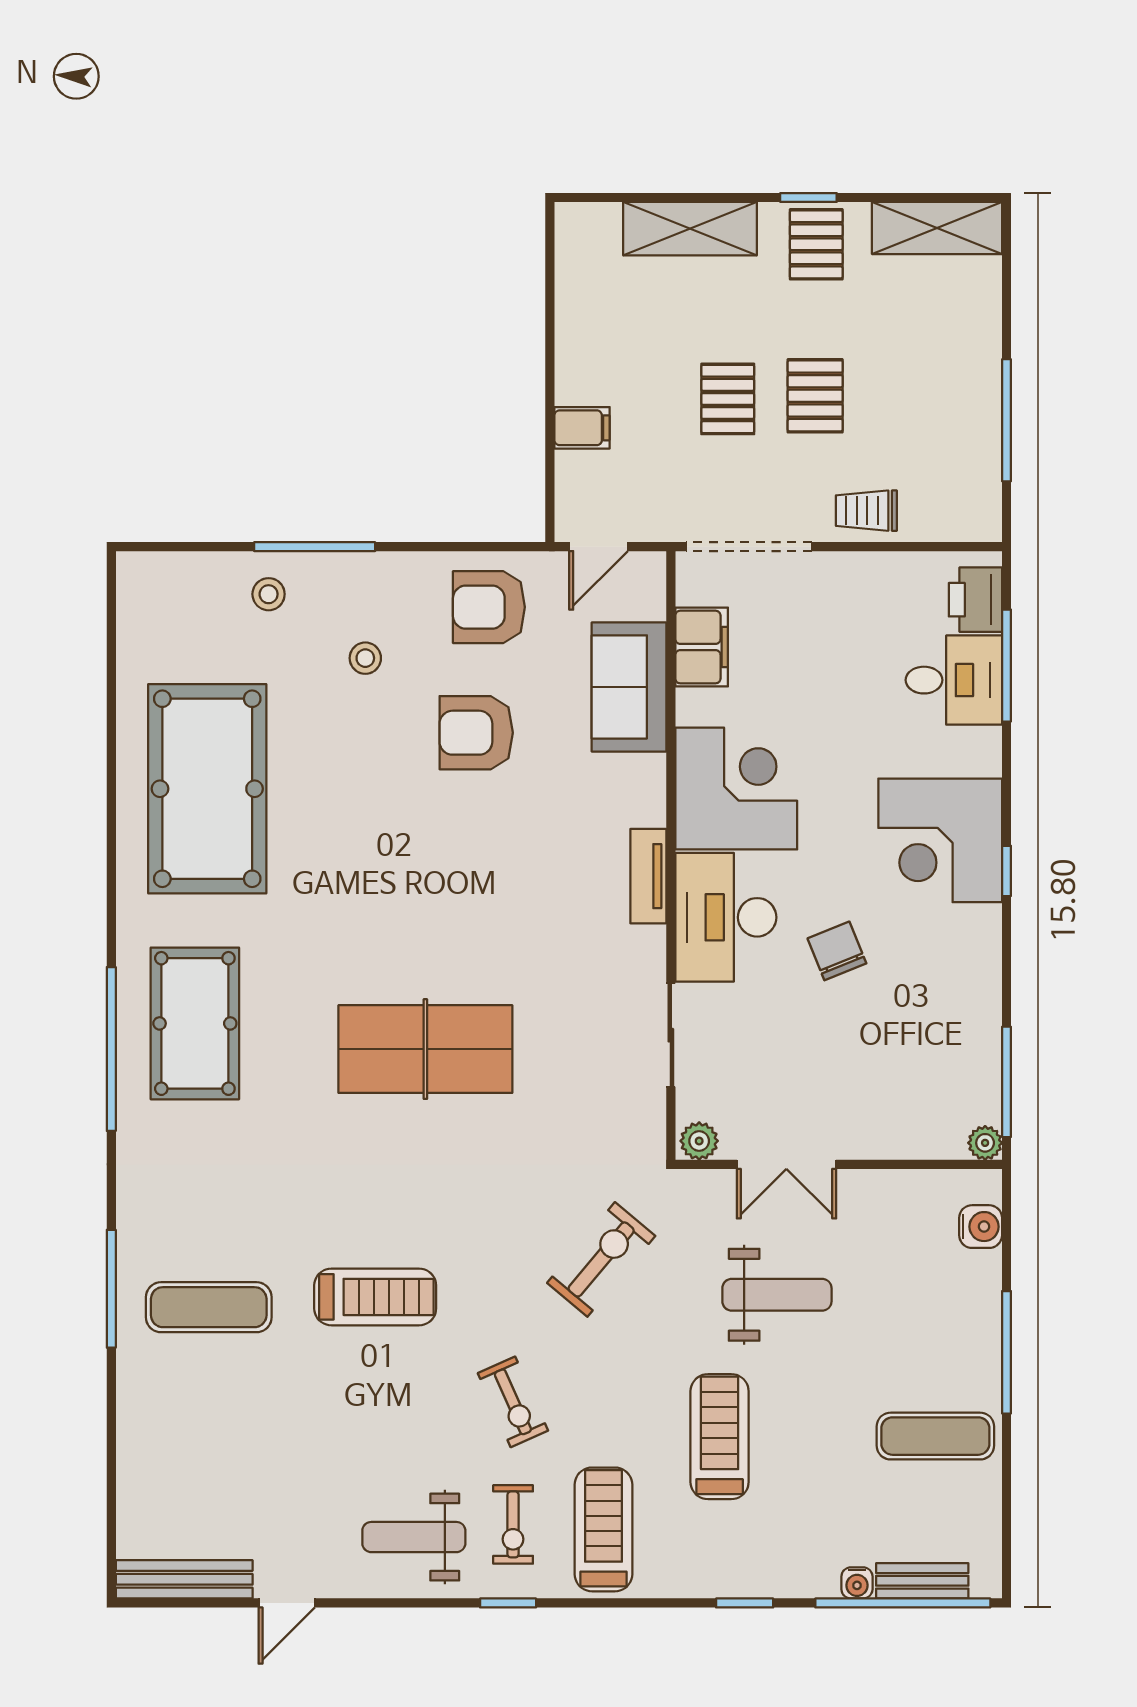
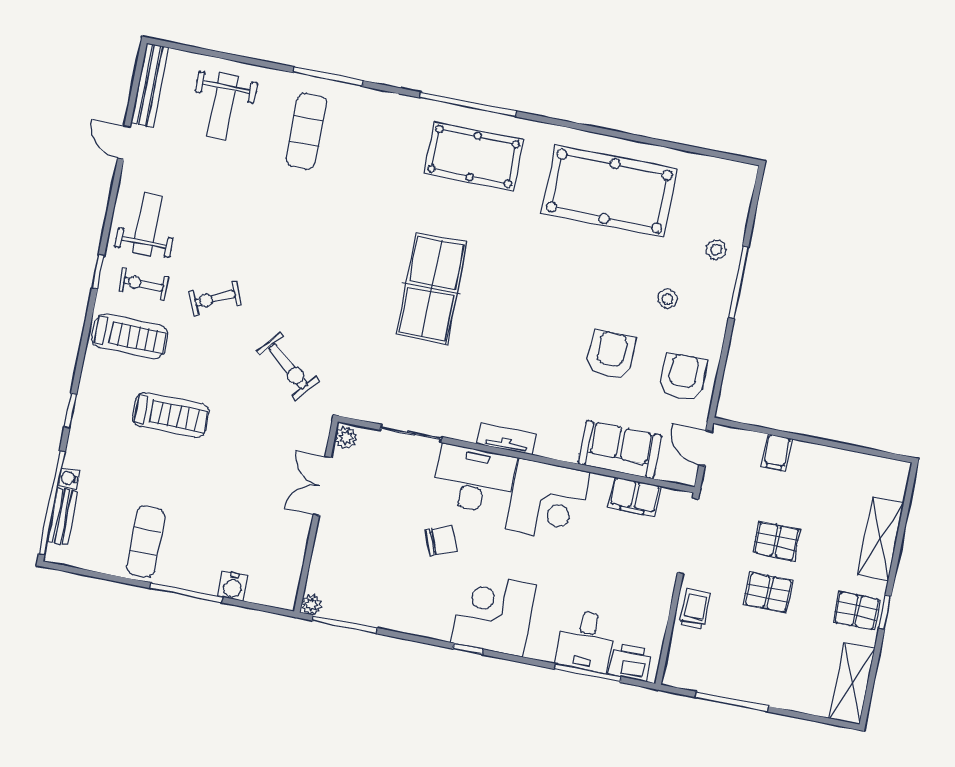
water cooler: (981, 1227) -> (233, 586), moved
weight bench: (777, 1295) -> (223, 106), moved
treadmill: (375, 1297) -> (293, 230), removed

